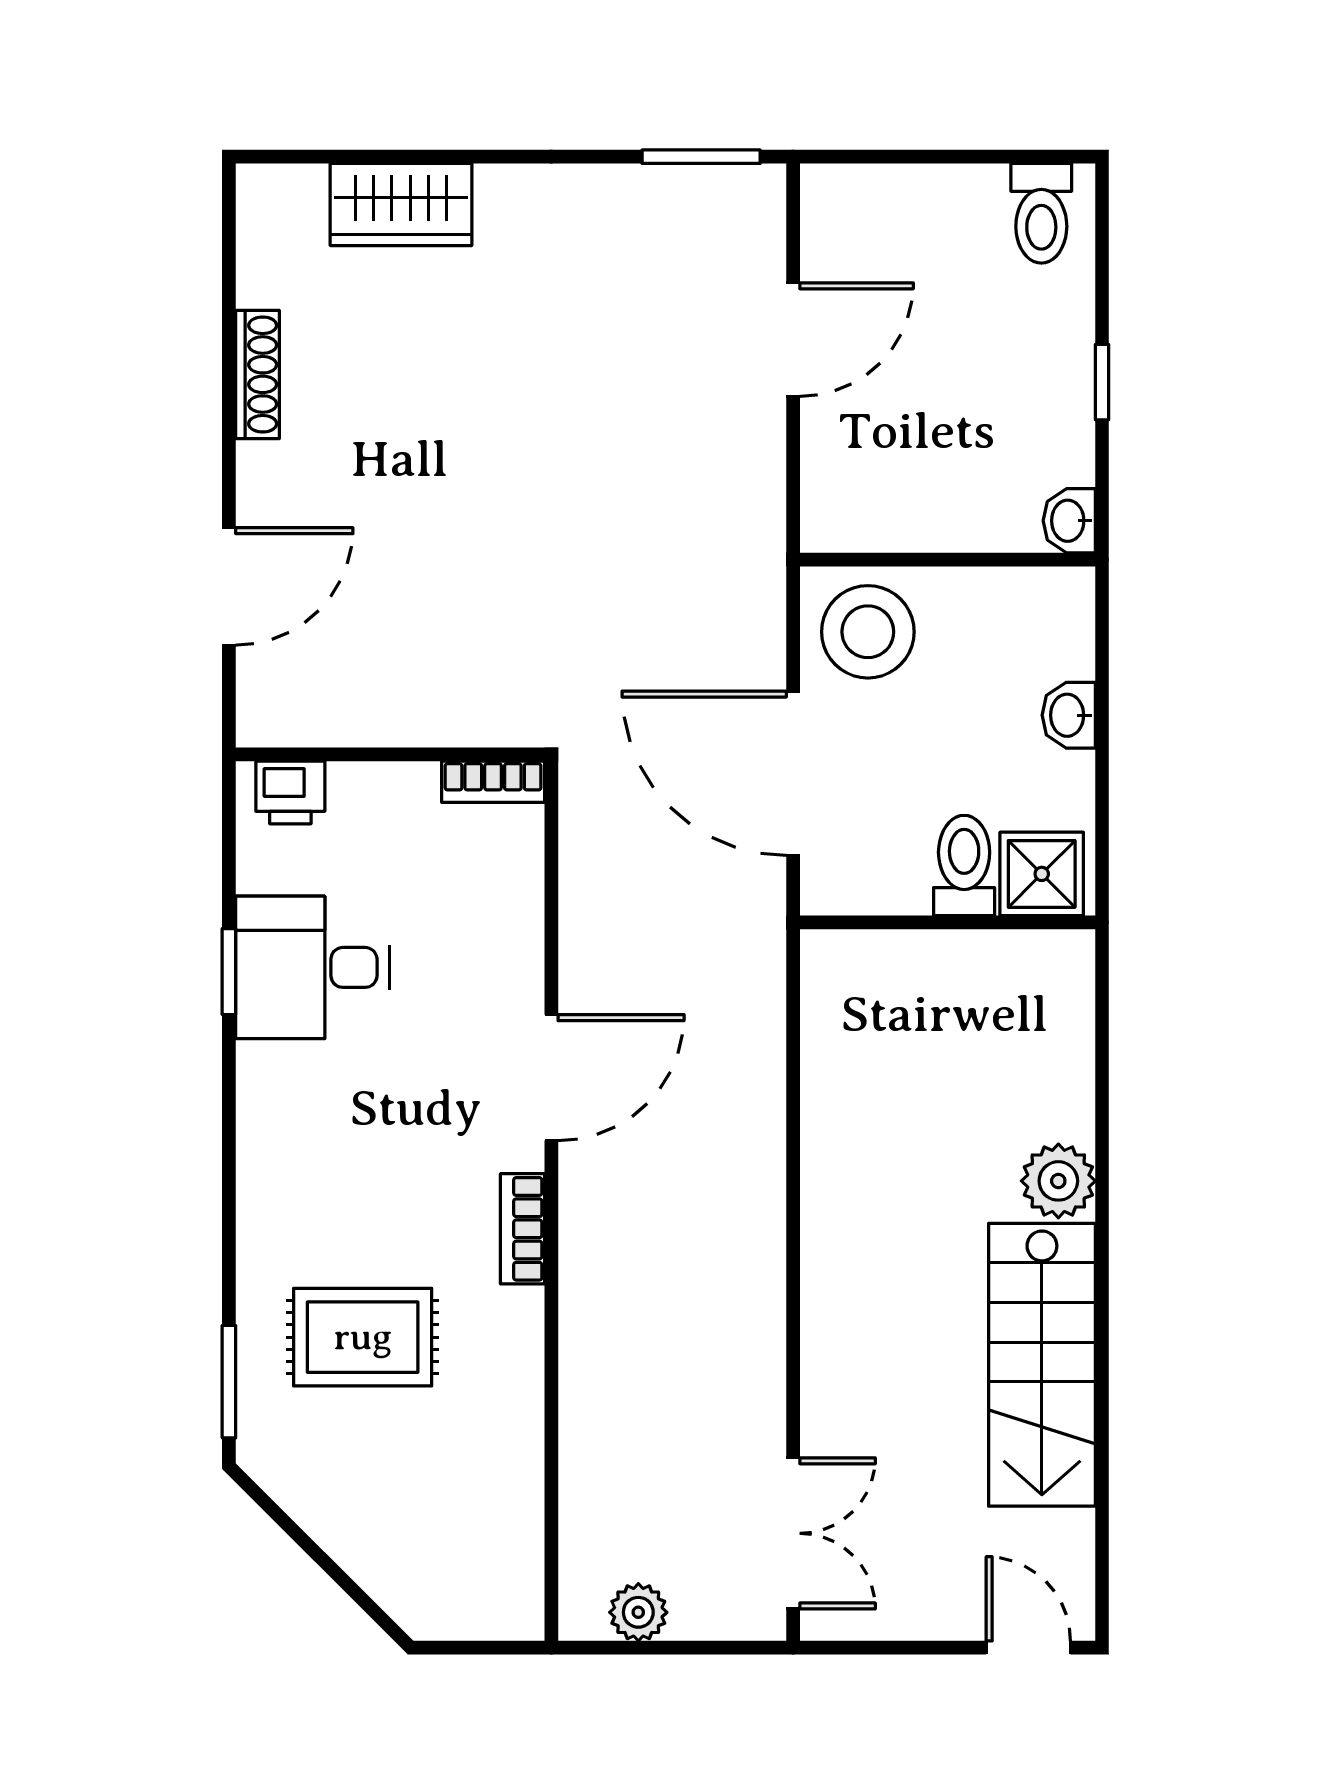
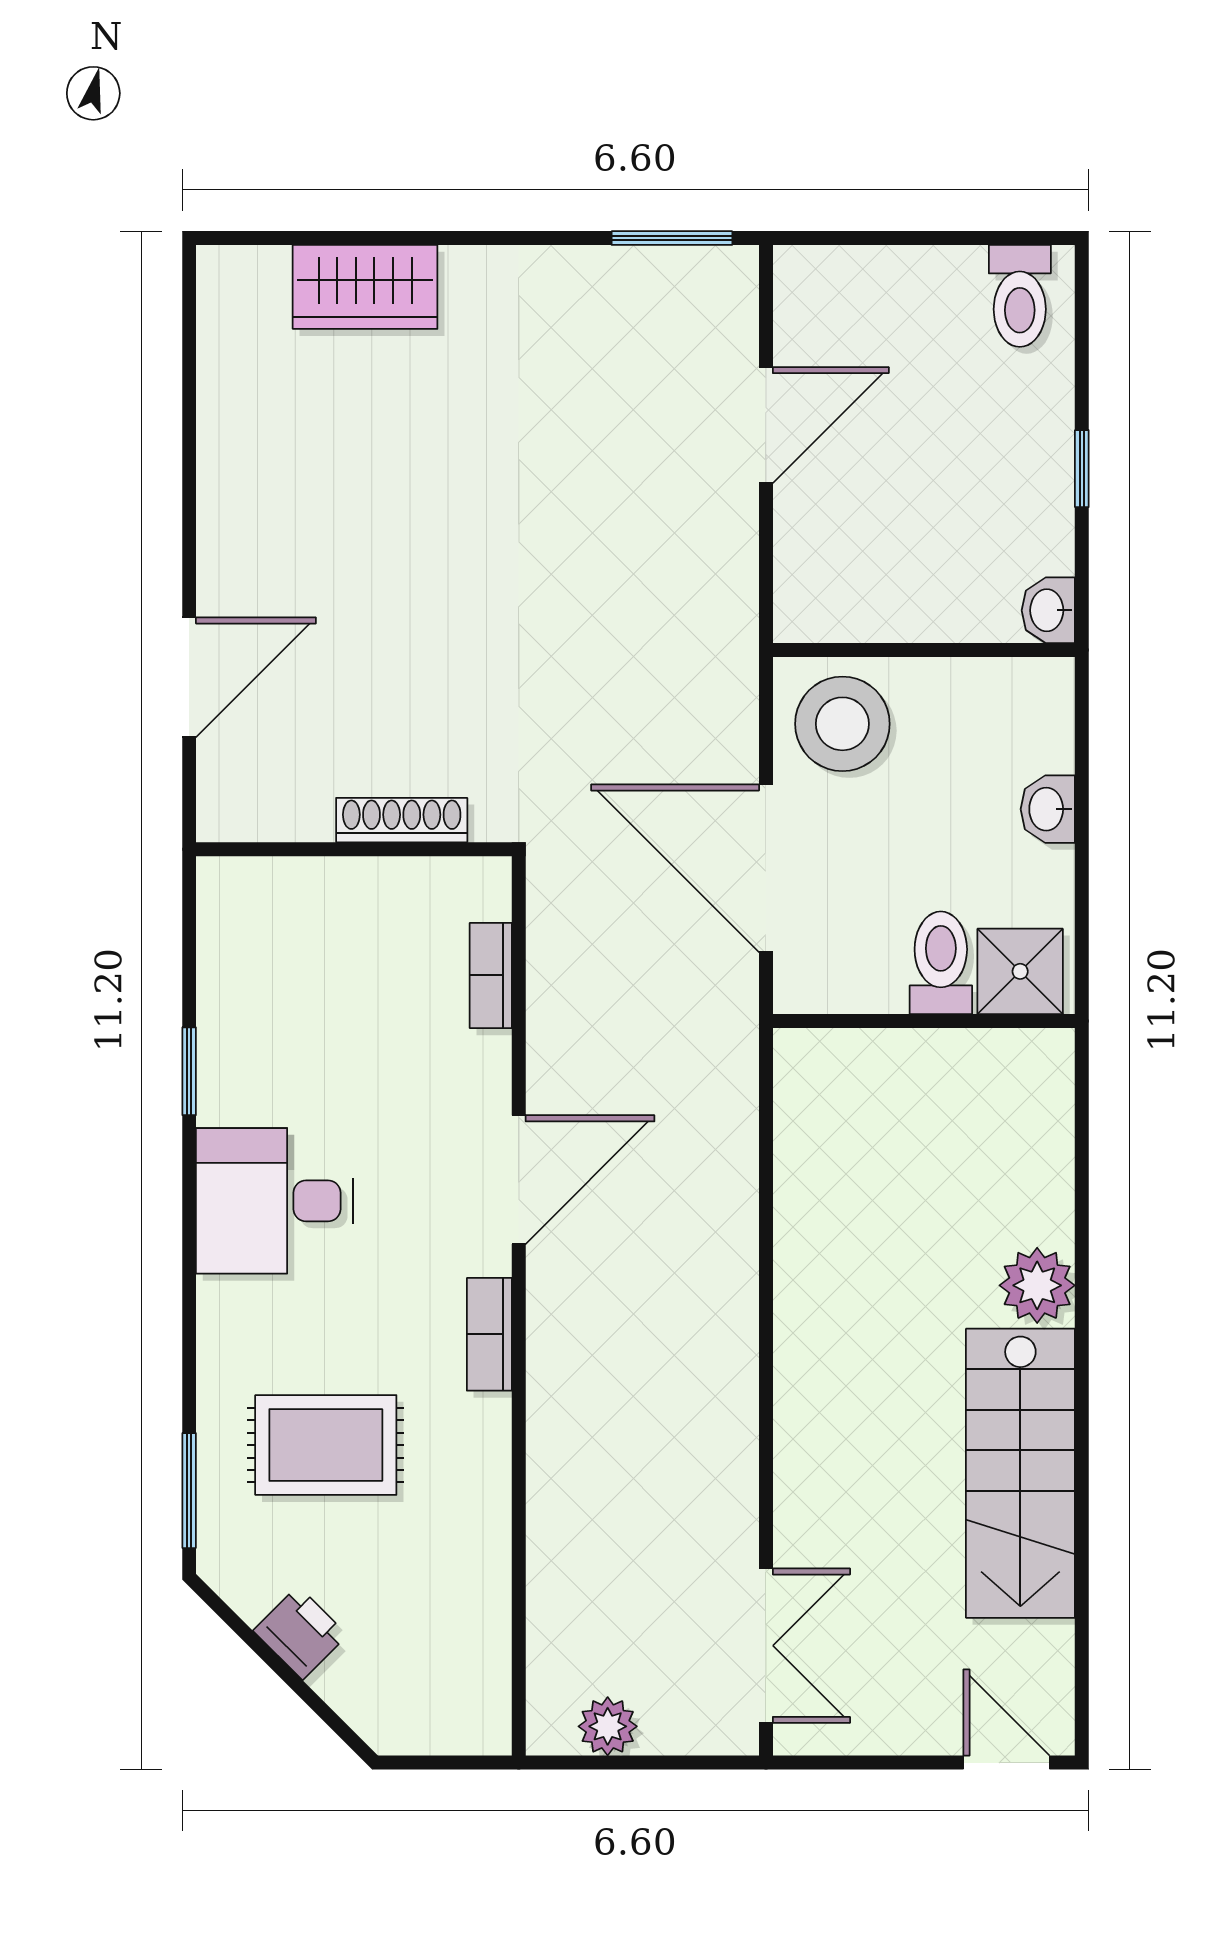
shoe rack: (257, 375) -> (402, 820), moved, turned -90
bookcase: (493, 782) -> (491, 975), moved, turned 90
printer: (290, 792) -> (300, 1633), moved, turned -135
desk: (312, 967) -> (275, 1201), moved

